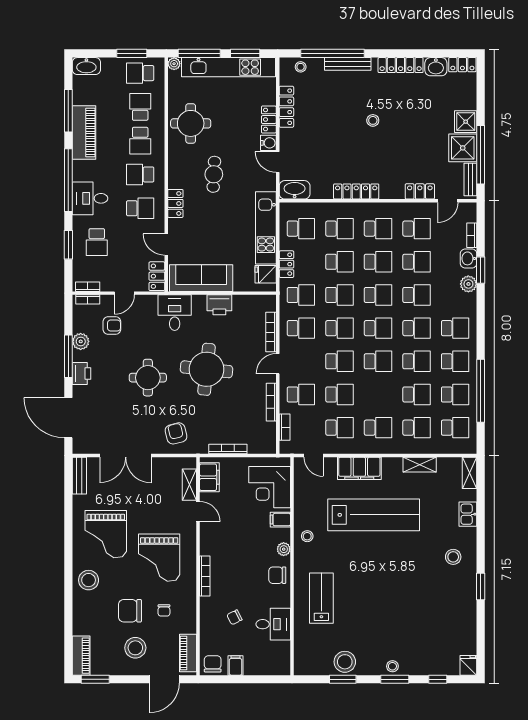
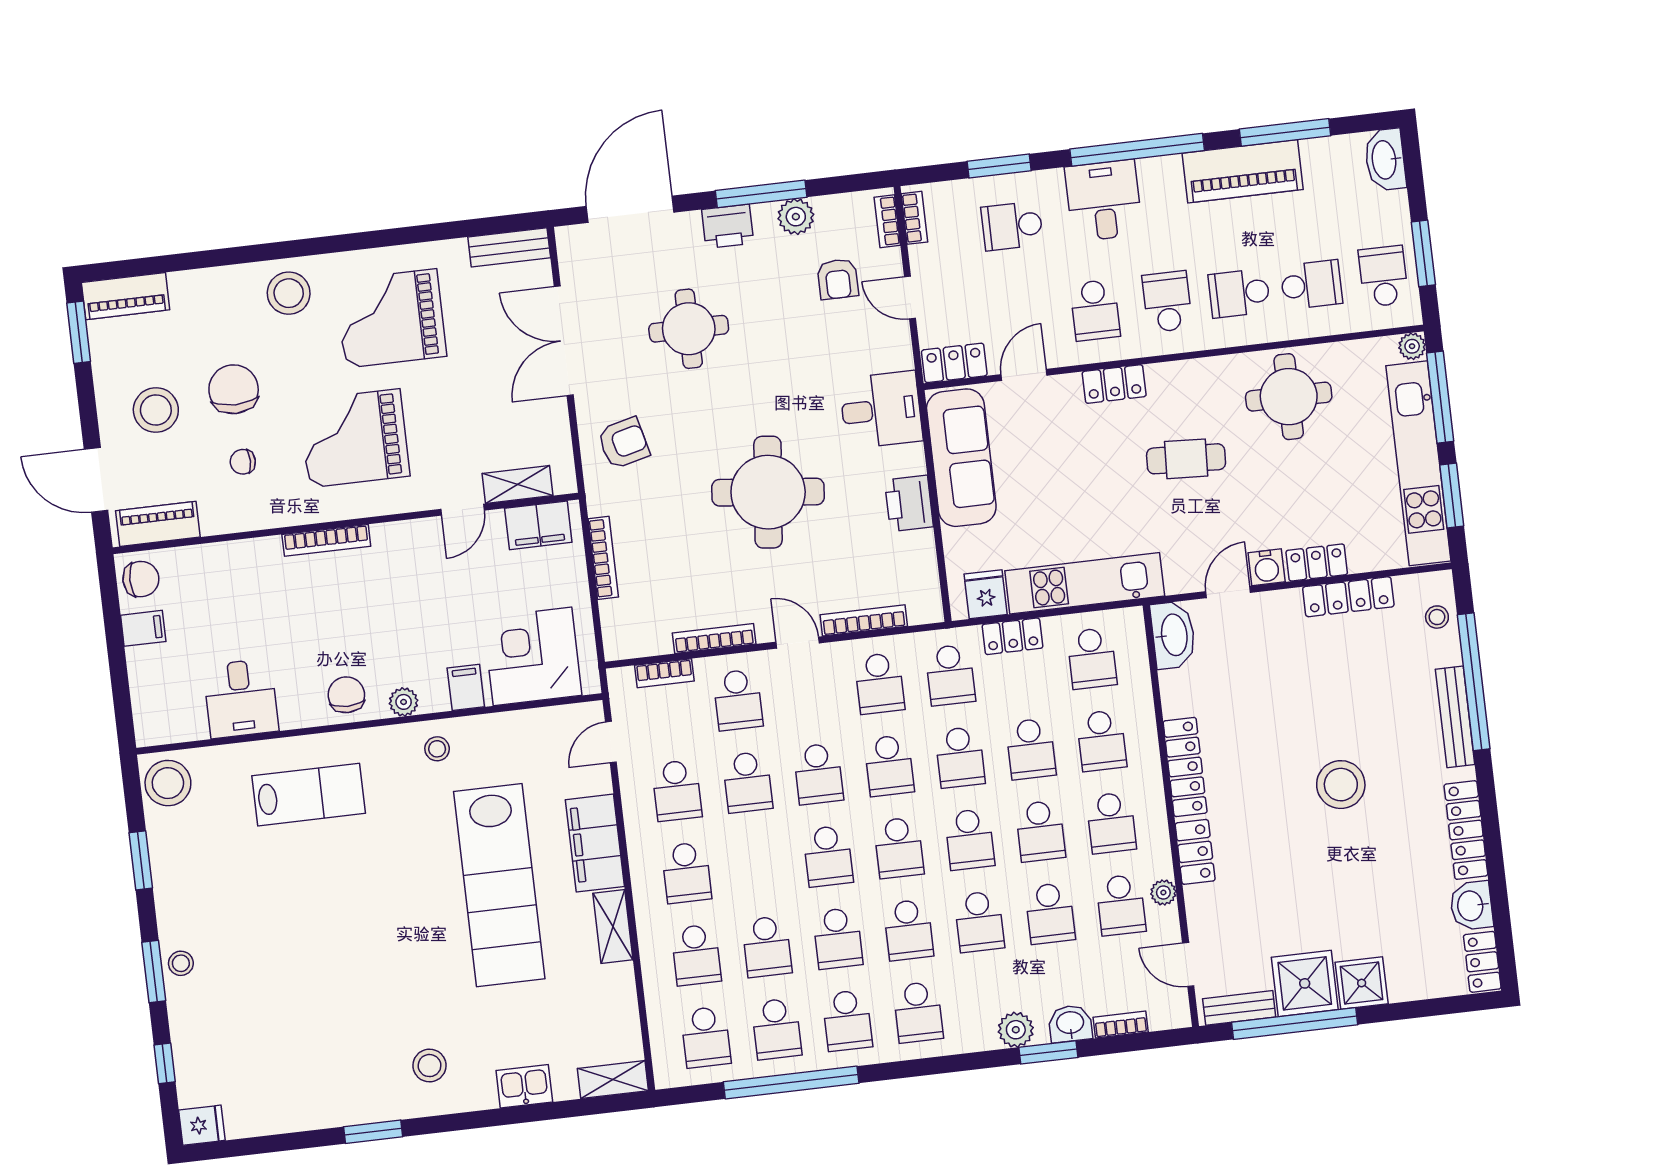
stool: (373, 120) -> (1341, 785), width x1.89, depth x1.89
locker: (420, 191) -> (1195, 852), moved
plant: (413, 208) -> (1163, 892), added
round table: (148, 378) -> (689, 329), moved
shelving: (420, 465) -> (613, 926), moved
chair: (234, 617) -> (246, 614), removed
stool: (345, 662) -> (168, 783), moved

